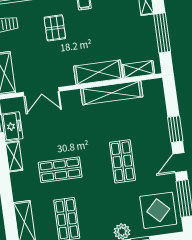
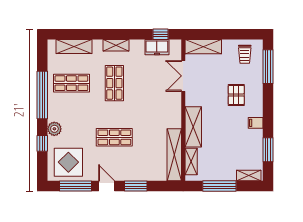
pallet: (55, 28) -> (236, 95), turned 90
shelving: (112, 93) -> (174, 155), moved
shelving: (14, 156) -> (116, 45), moved

